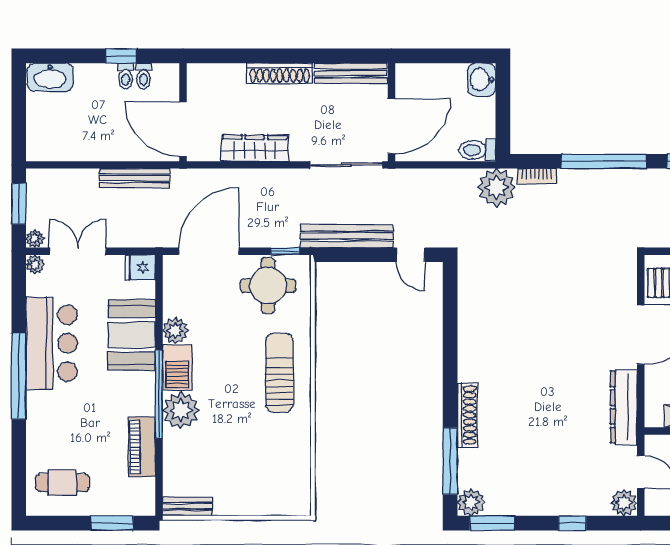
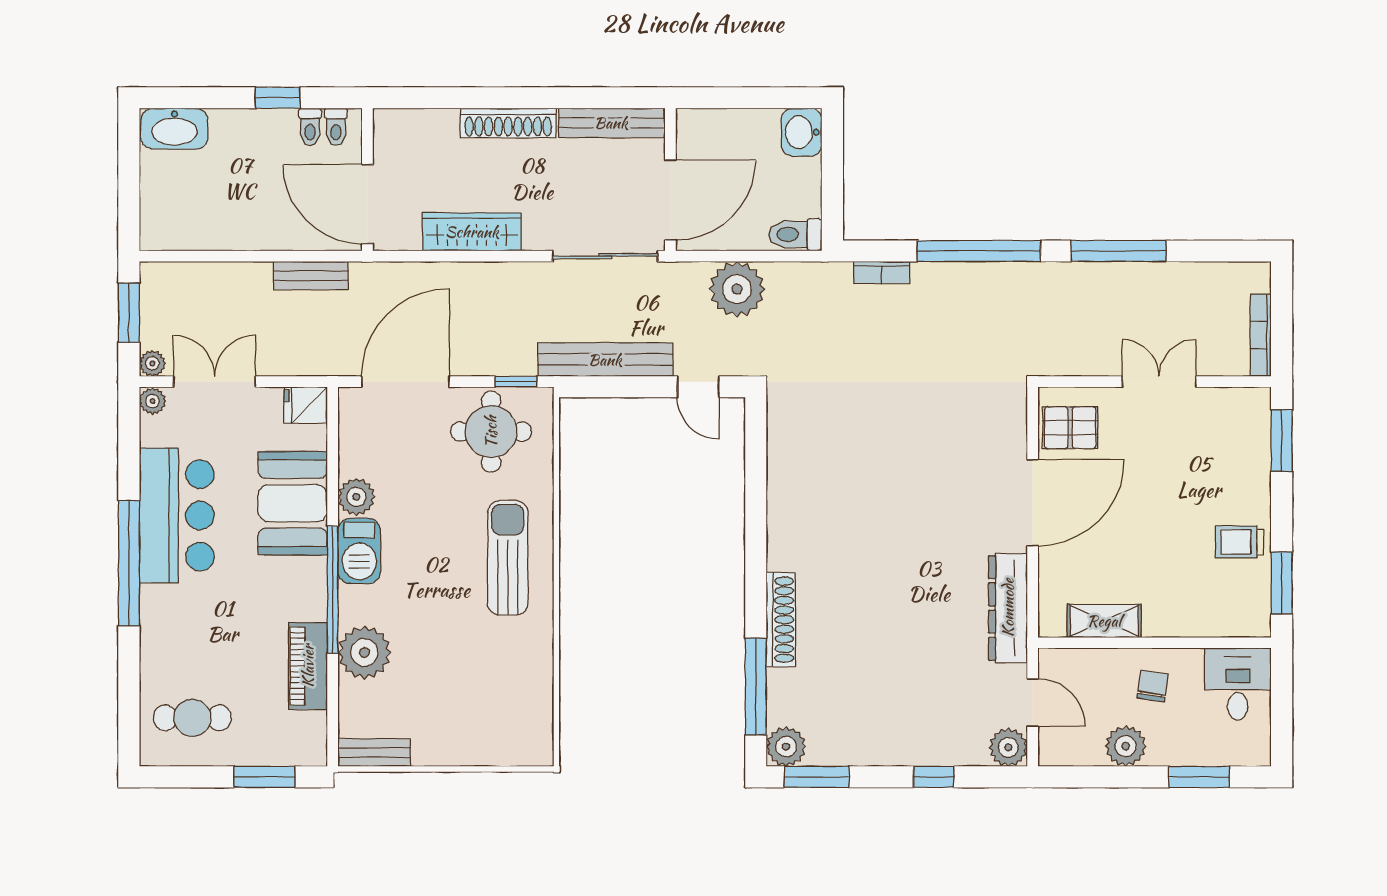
toilet: (126, 76) -> (336, 127), moved
bench: (135, 178) -> (311, 276), width x0.73
plant: (497, 187) -> (737, 289), moved
plant: (181, 410) -> (364, 653), moved

